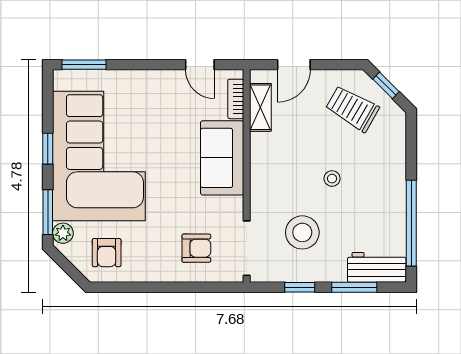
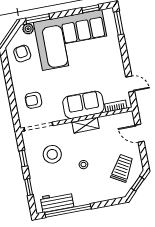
door: (200, 65) -> (130, 84), swing flipped
shelving: (260, 107) -> (86, 125), moved
window: (48, 149) -> (91, 9), moved
armchair: (196, 248) -> (33, 100), turned 90
armchair: (107, 253) -> (22, 54), turned 81
workbench: (377, 267) -> (57, 202), moved, turned -90
window: (354, 287) -> (29, 187), width x0.67

